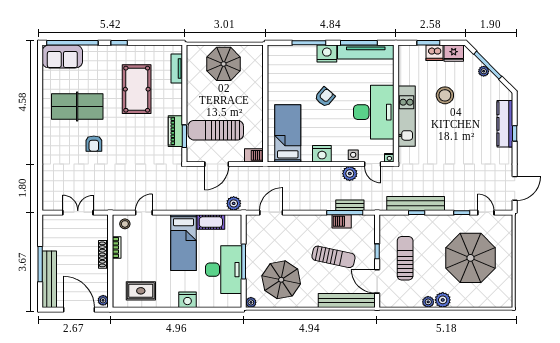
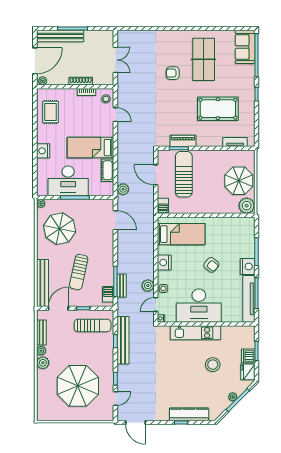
plant: (253, 55) -> (247, 206), added
barbecue: (342, 221) -> (108, 294), moved
sun lounger: (405, 258) -> (93, 325), moved
bench: (406, 302) -> (41, 332), added

